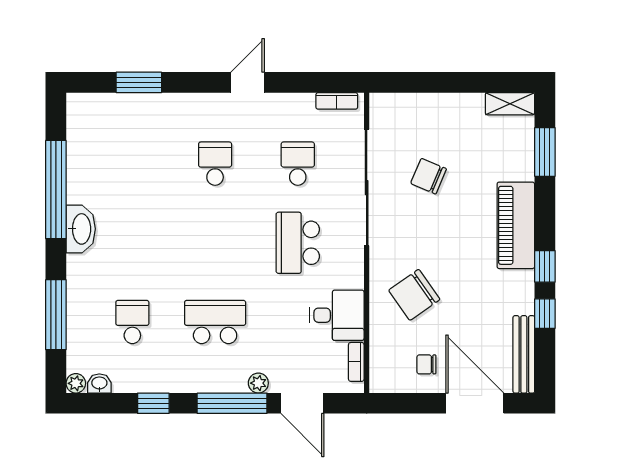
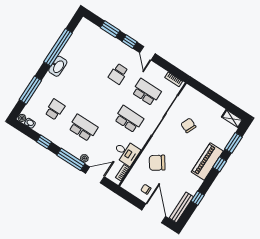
window: (196, 82) -> (130, 42), added
door: (248, 82) -> (147, 53), swing flipped
school desk: (215, 164) -> (118, 74), turned 180
school desk: (298, 164) -> (146, 92), width x1.85
school desk: (298, 243) -> (129, 119), turned 90
window: (545, 266) -> (220, 164), moved
door: (302, 403) -> (95, 175), swing flipped

